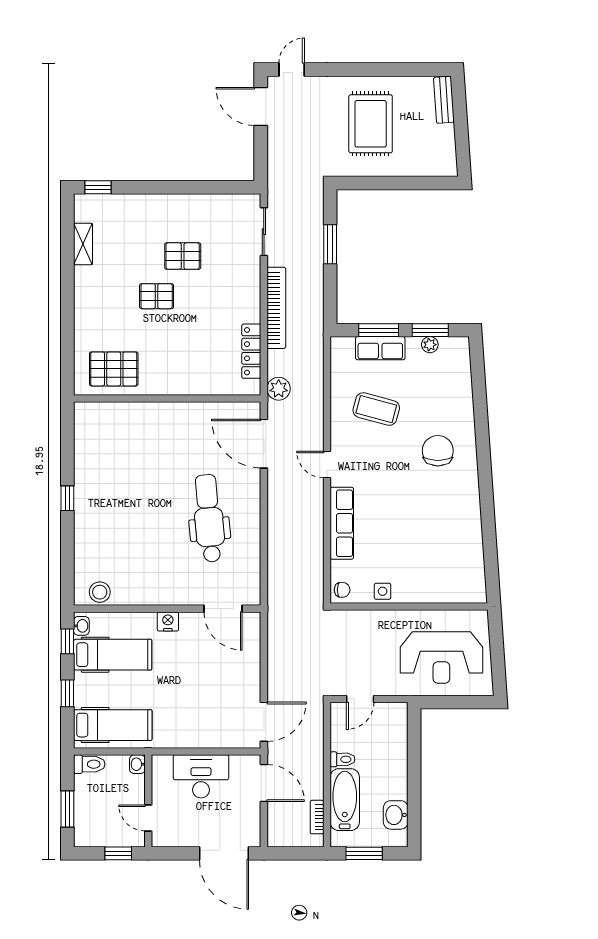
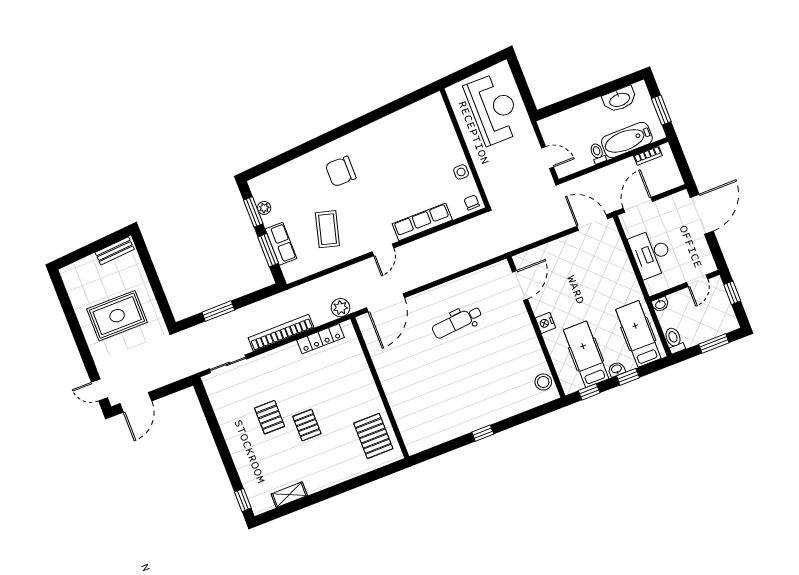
bench: (444, 100) -> (115, 251), moved
dental chair: (209, 518) -> (457, 322), width x0.73, depth x0.72
washbasin: (81, 626) -> (616, 369), moved
washbasin: (396, 815) -> (619, 99), width x1.38

